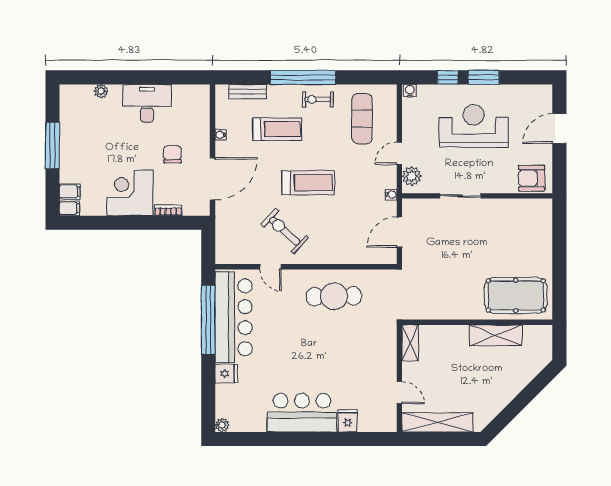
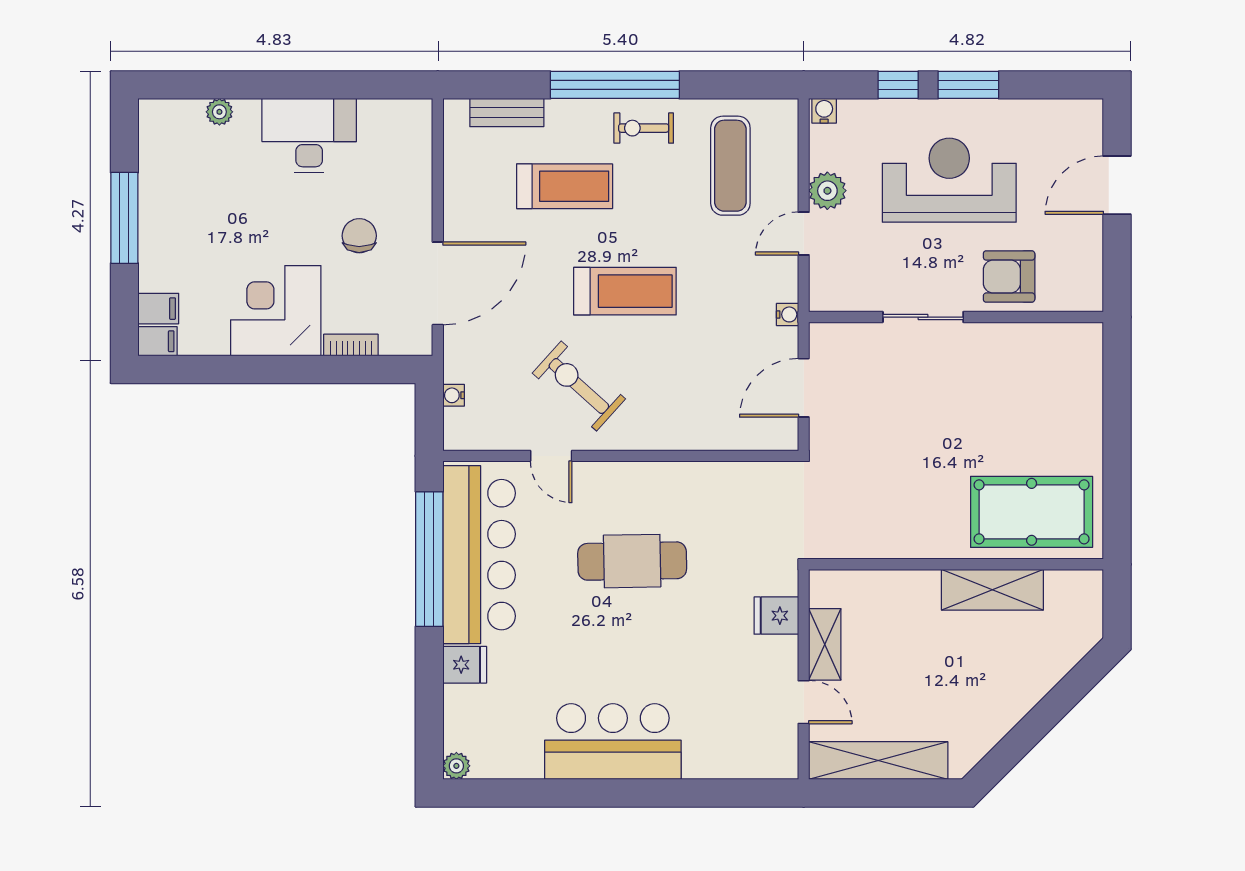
water cooler: (221, 135) -> (454, 395), moved
plant: (412, 176) -> (827, 191), moved
armchair: (532, 178) -> (1009, 277), moved
cafe table: (334, 296) -> (632, 561), moved
shelving: (410, 343) -> (825, 644), moved
fridge: (348, 421) -> (776, 616), moved, turned -90

